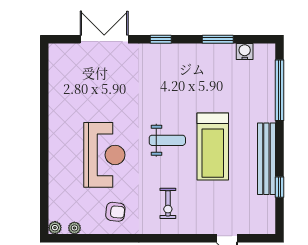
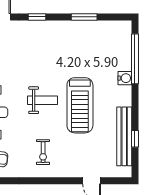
water cooler: (245, 52) -> (125, 78), moved, turned 90
bench: (266, 159) -> (124, 136), moved

